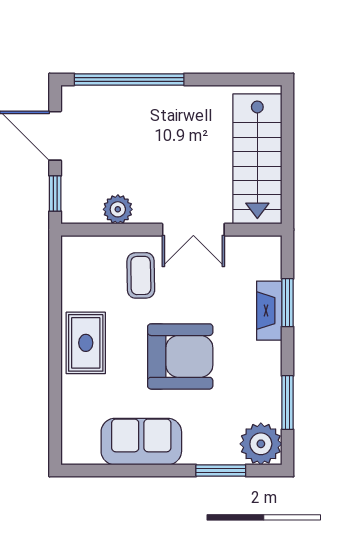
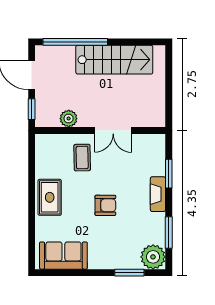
stairs: (257, 159) -> (114, 60), moved, turned -90
fireplace: (269, 311) -> (158, 194), moved
armchair: (180, 356) -> (105, 205), width x0.53, depth x0.53
sofa: (141, 442) -> (63, 256), moved

